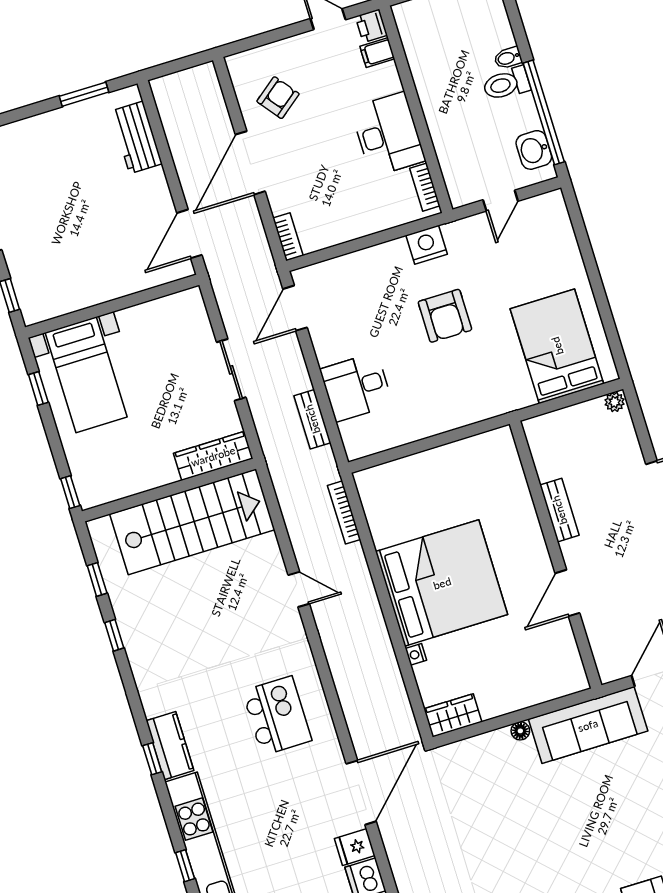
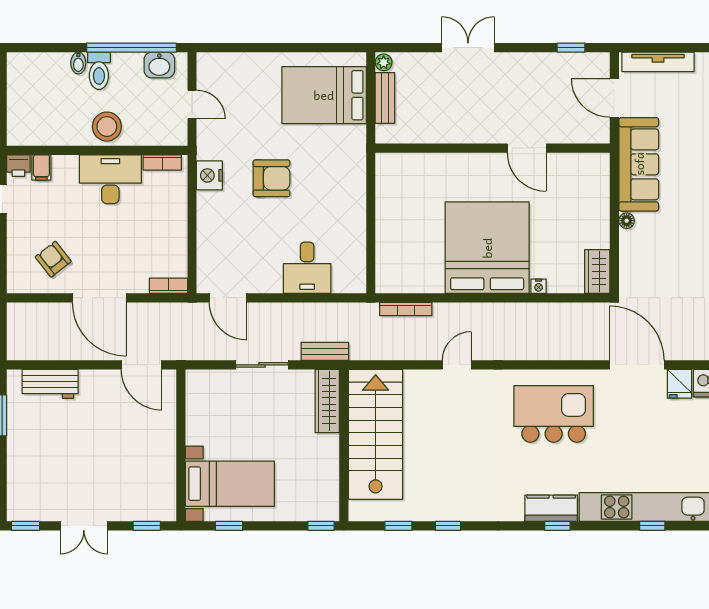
stool: (446, 112) -> (107, 127), added
bench: (312, 419) -> (325, 351), moved
bench: (559, 510) -> (385, 98), moved, turned 90
kitchen island: (277, 716) -> (554, 414), width x1.37, depth x1.28

